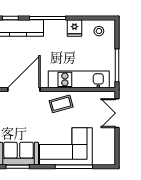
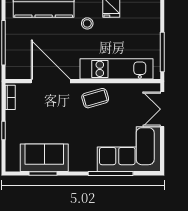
stool: (99, 31) -> (87, 23), moved
door: (24, 90) -> (51, 81), hinge flipped
corner sofa: (66, 146) -> (129, 149), moved

